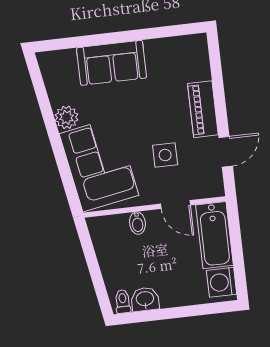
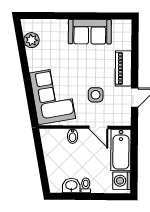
sofa: (112, 63) -> (90, 32), moved
plant: (67, 117) -> (31, 40), moved
toilet: (123, 301) -> (86, 185), moved

